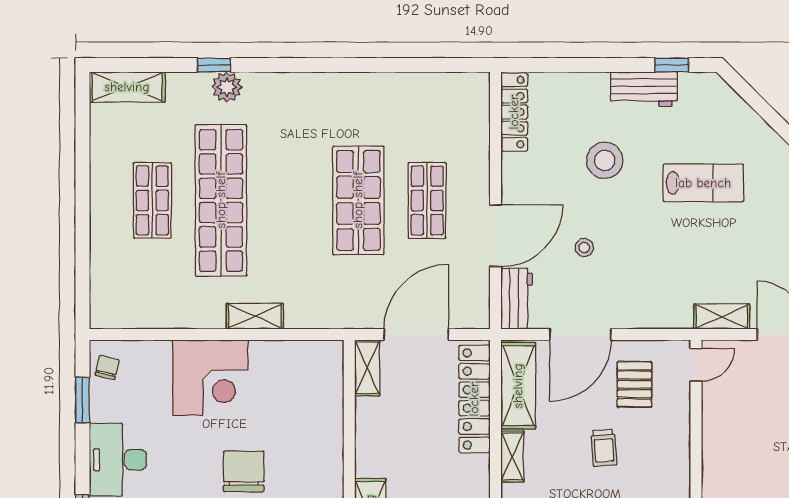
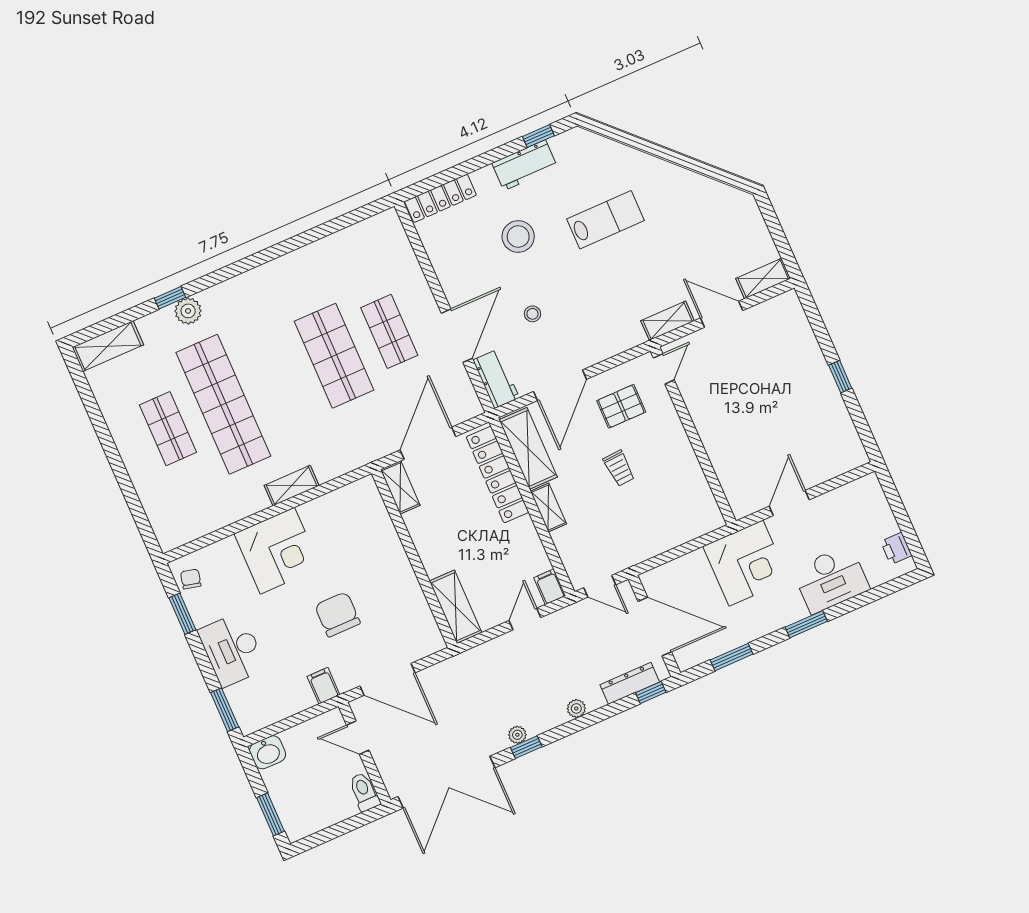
locker: (514, 112) -> (440, 198), moved, turned 90
pallet: (634, 384) -> (621, 406), turned 90

